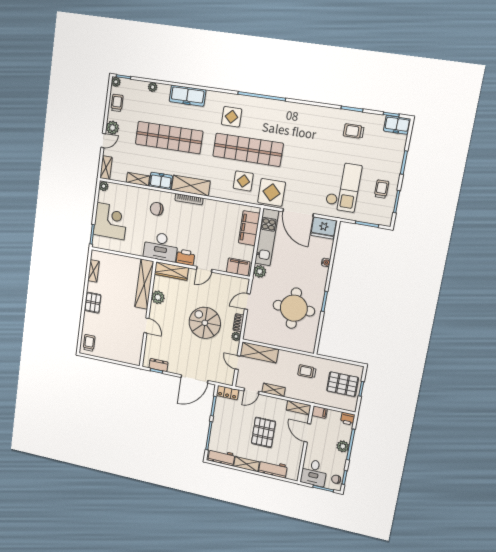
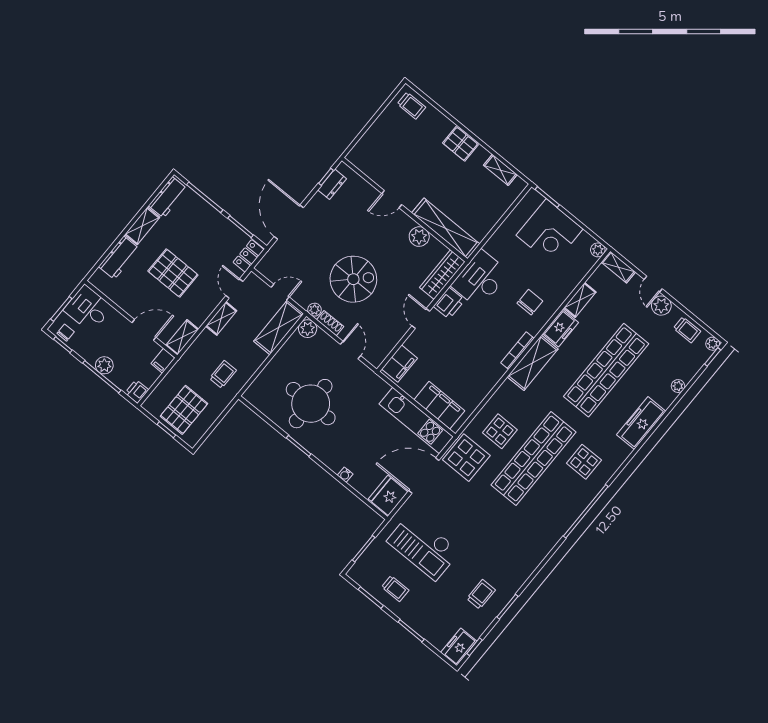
plant: (260, 271) -> (308, 329), moved

